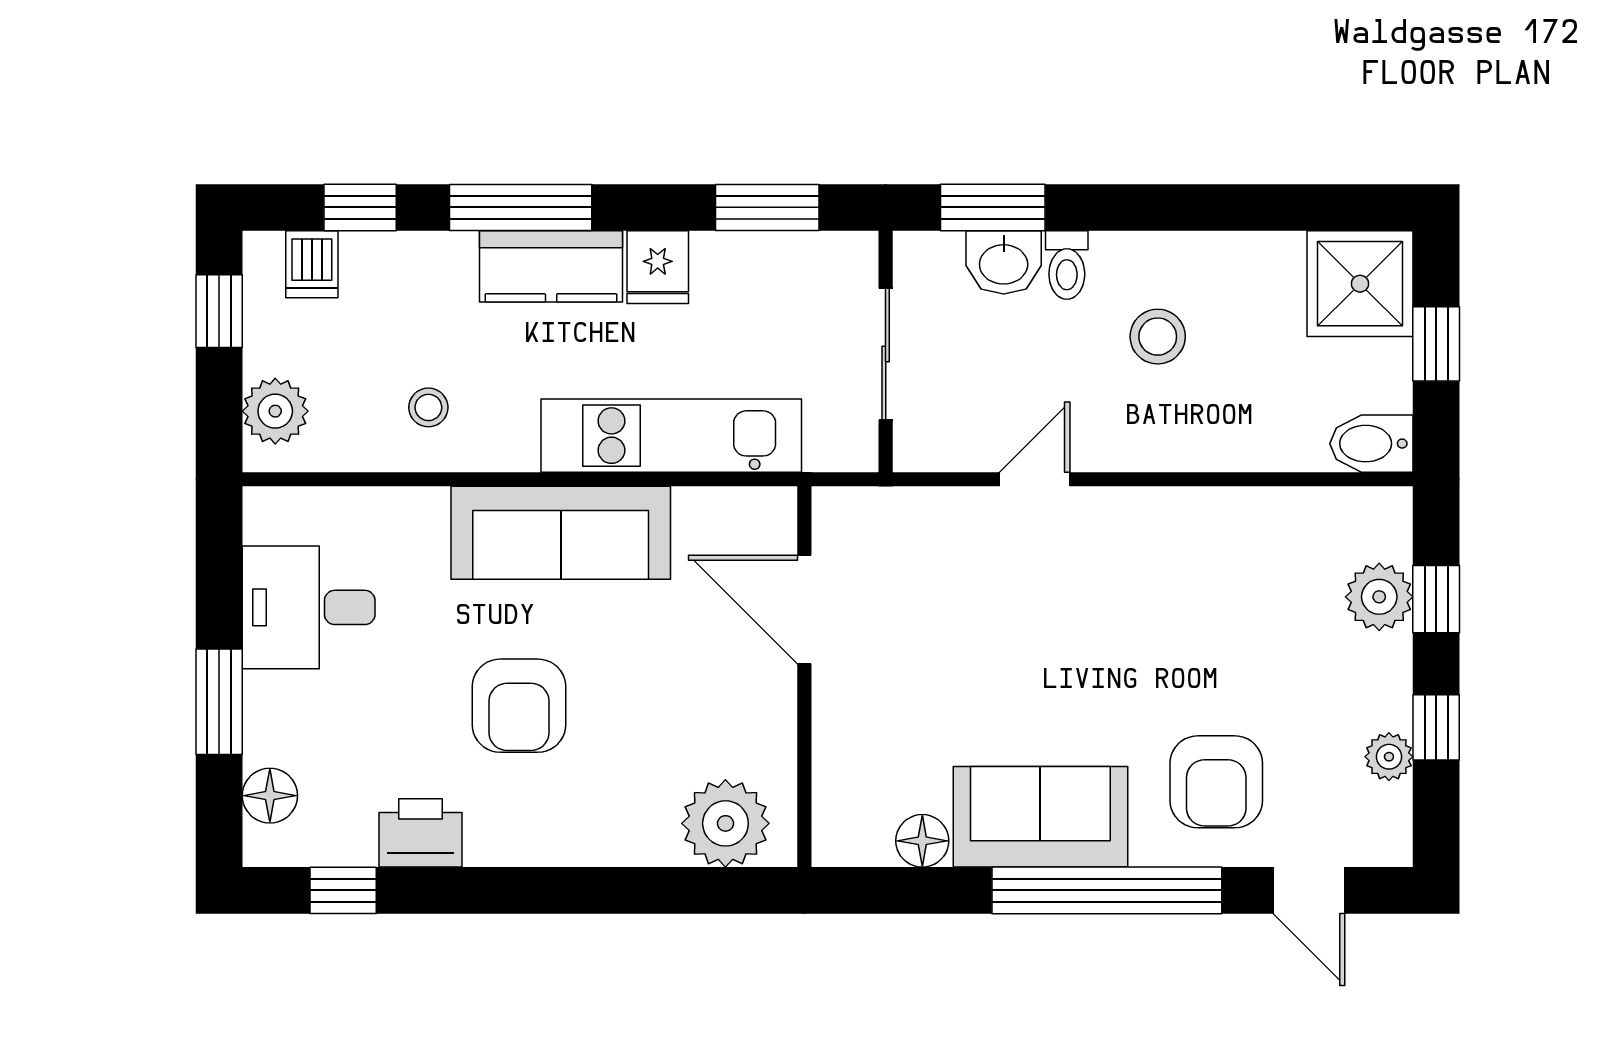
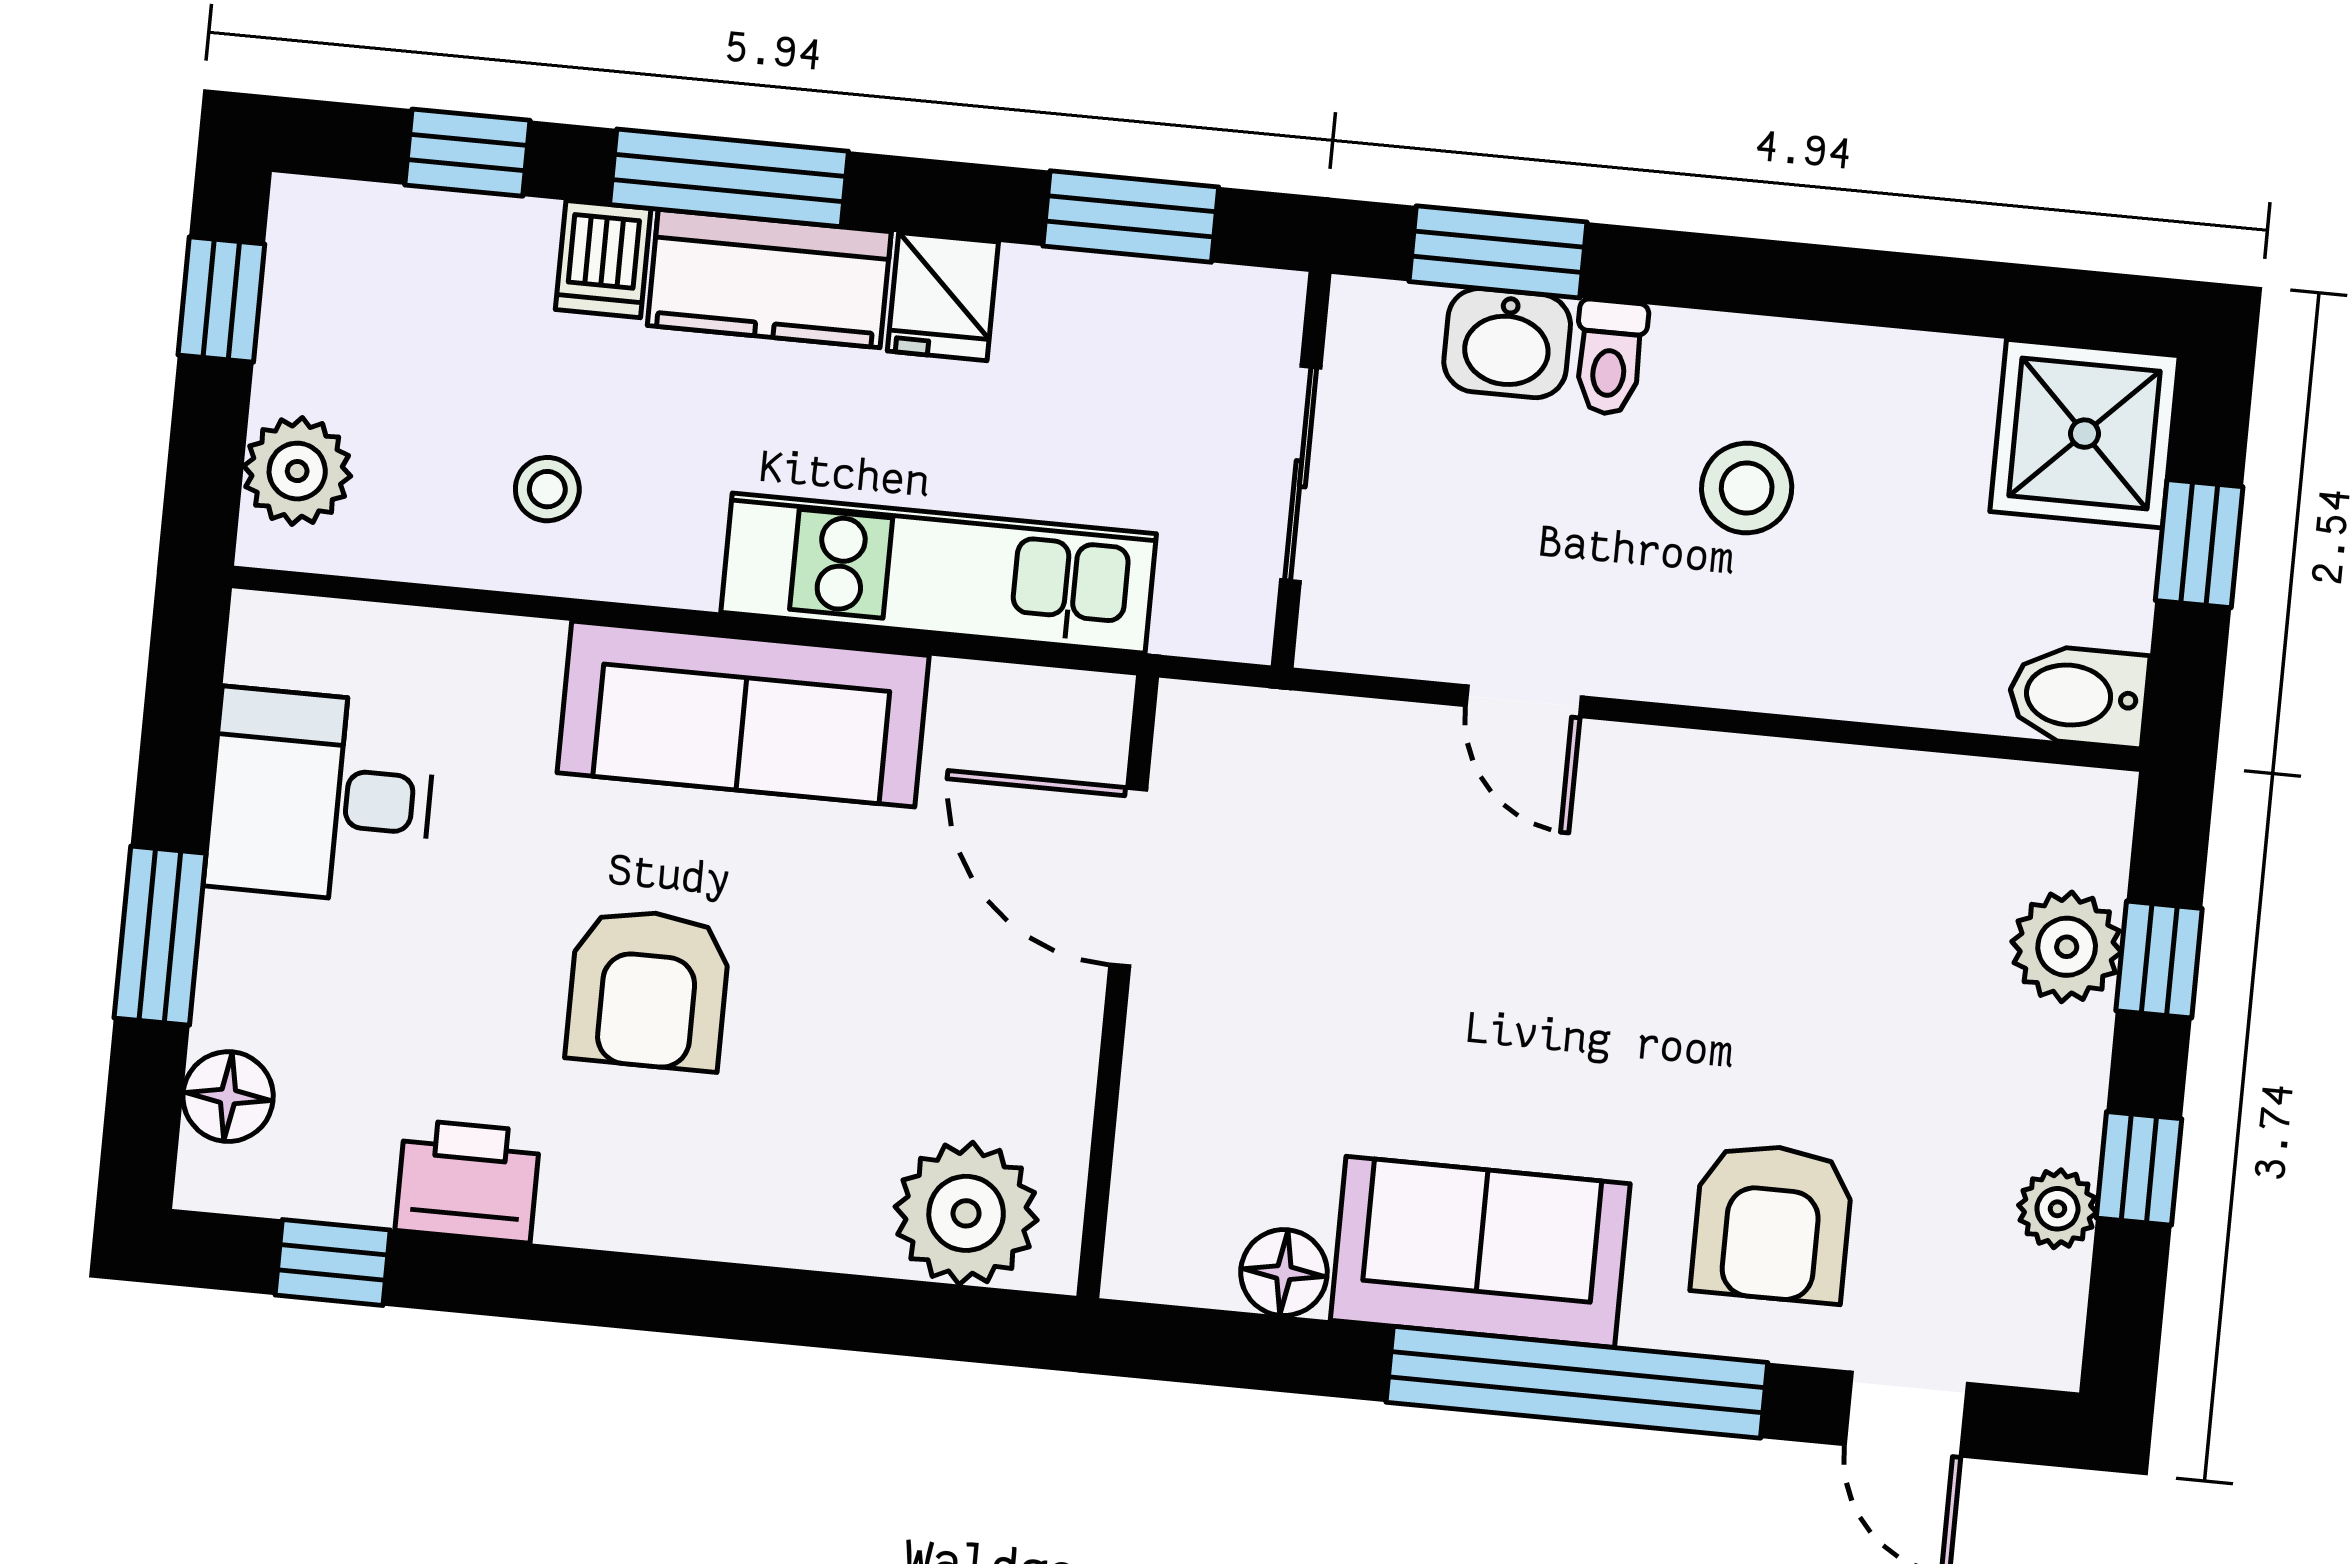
dishwasher: (312, 264) -> (603, 259), moved
door: (1035, 479) -> (1524, 701), swing flipped

